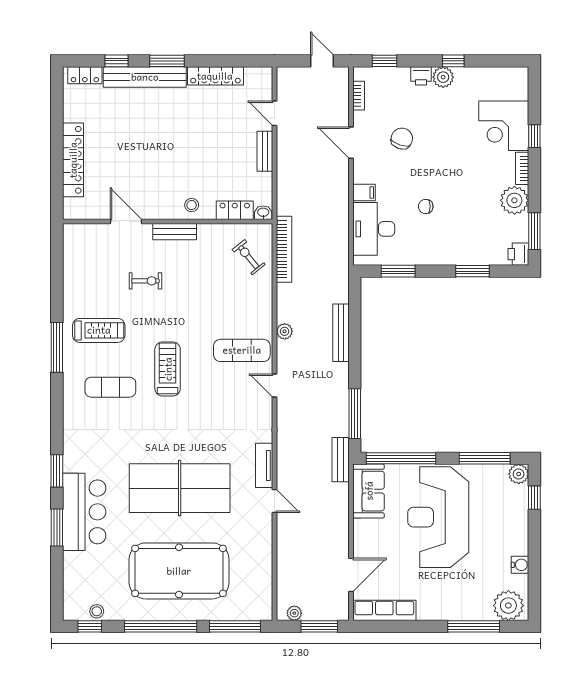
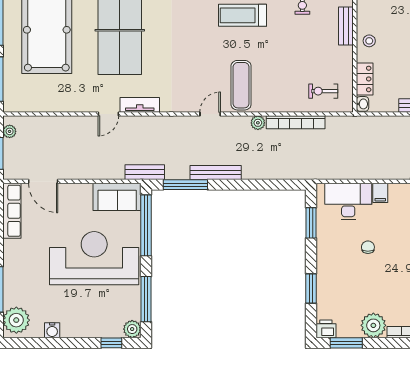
bookcase: (284, 249) -> (296, 122), moved
exercise bike: (249, 257) -> (323, 91), turned -141
bench: (341, 333) -> (216, 172), moved
treadmill: (168, 369) -> (242, 15), moved, turned 180

